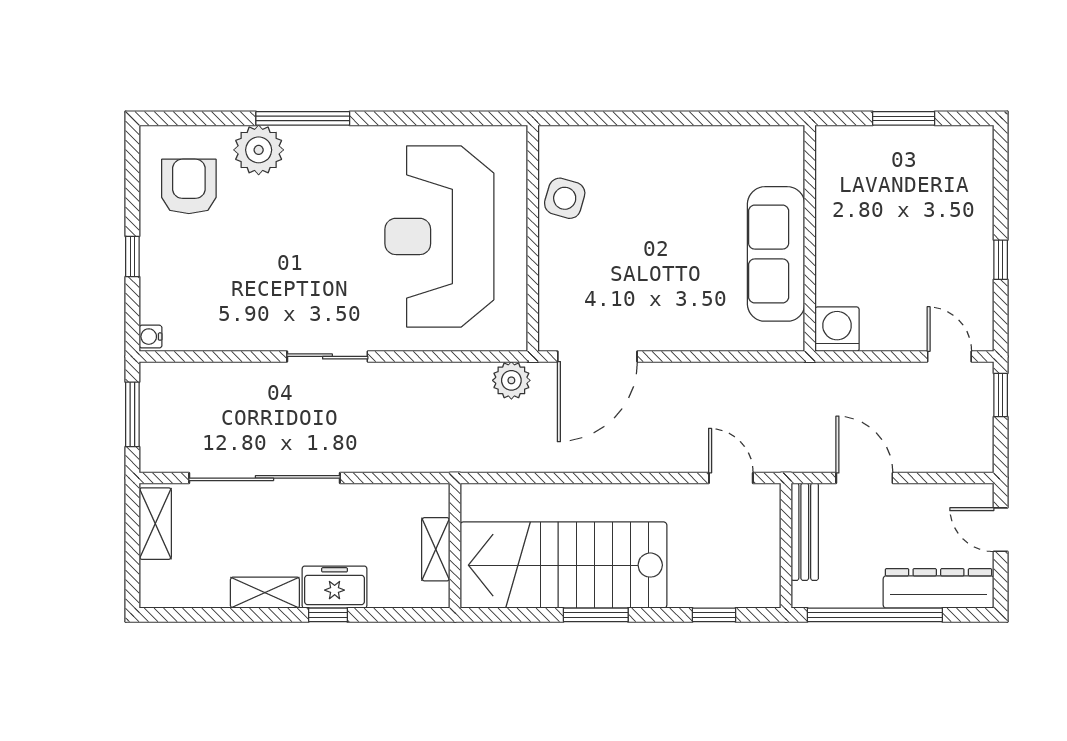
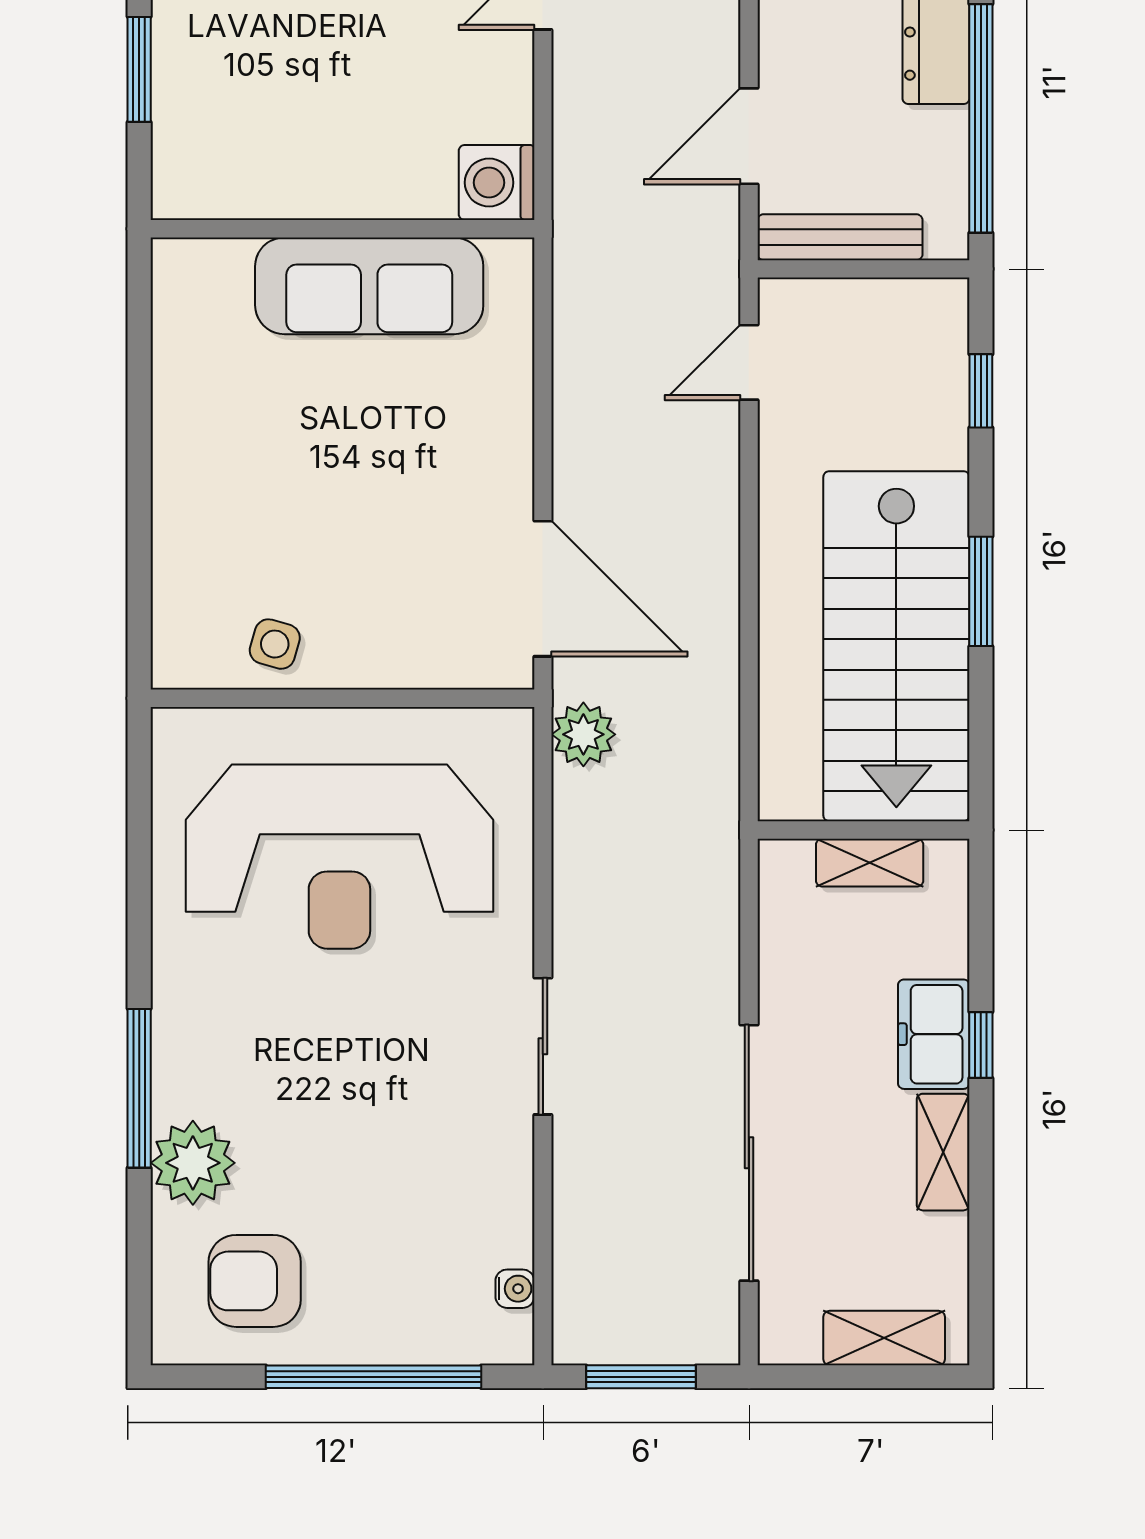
side table: (565, 198) -> (275, 644), width x0.73, depth x0.73
window: (132, 257) -> (373, 1377), width x3.17
water cooler: (151, 337) -> (515, 1289), moved, turned -90
shelving: (155, 524) -> (884, 1338), moved

